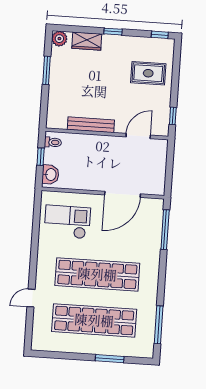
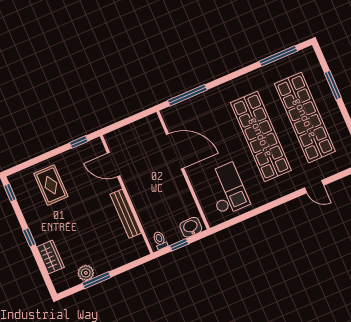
plant: (59, 39) -> (86, 273), moved
checkout: (67, 222) -> (227, 189), turned 180

